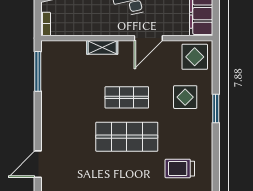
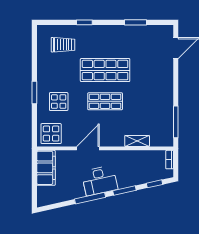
shelving: (102, 47) -> (137, 141), moved

